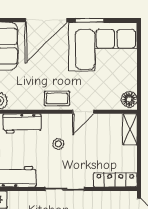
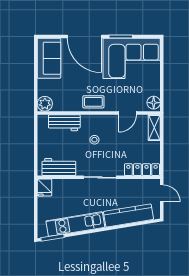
door: (46, 20) -> (84, 37), hinge flipped
door: (83, 112) -> (127, 113), moved

